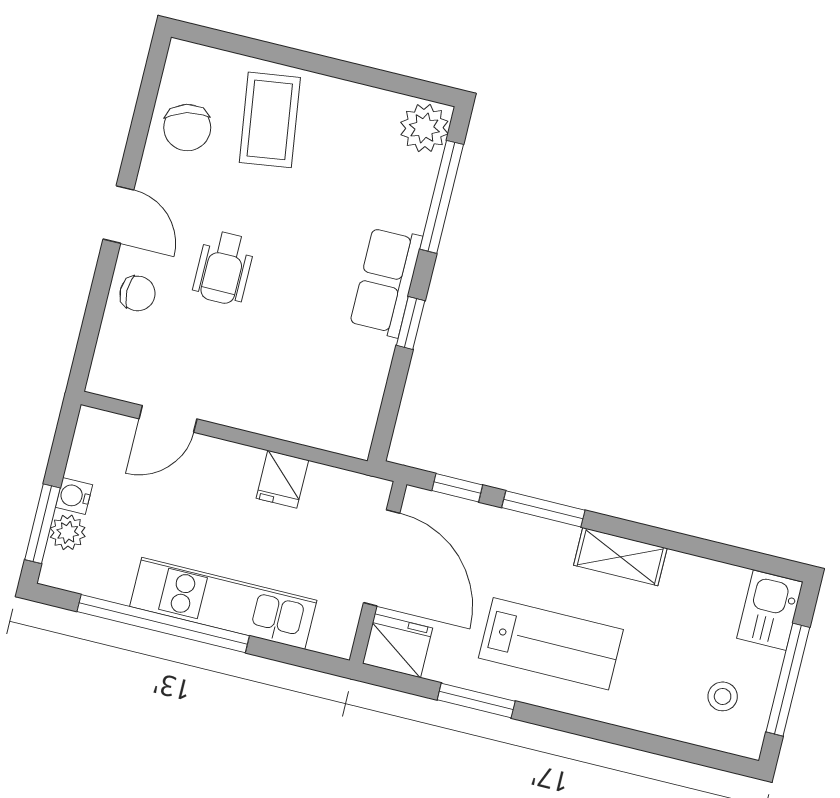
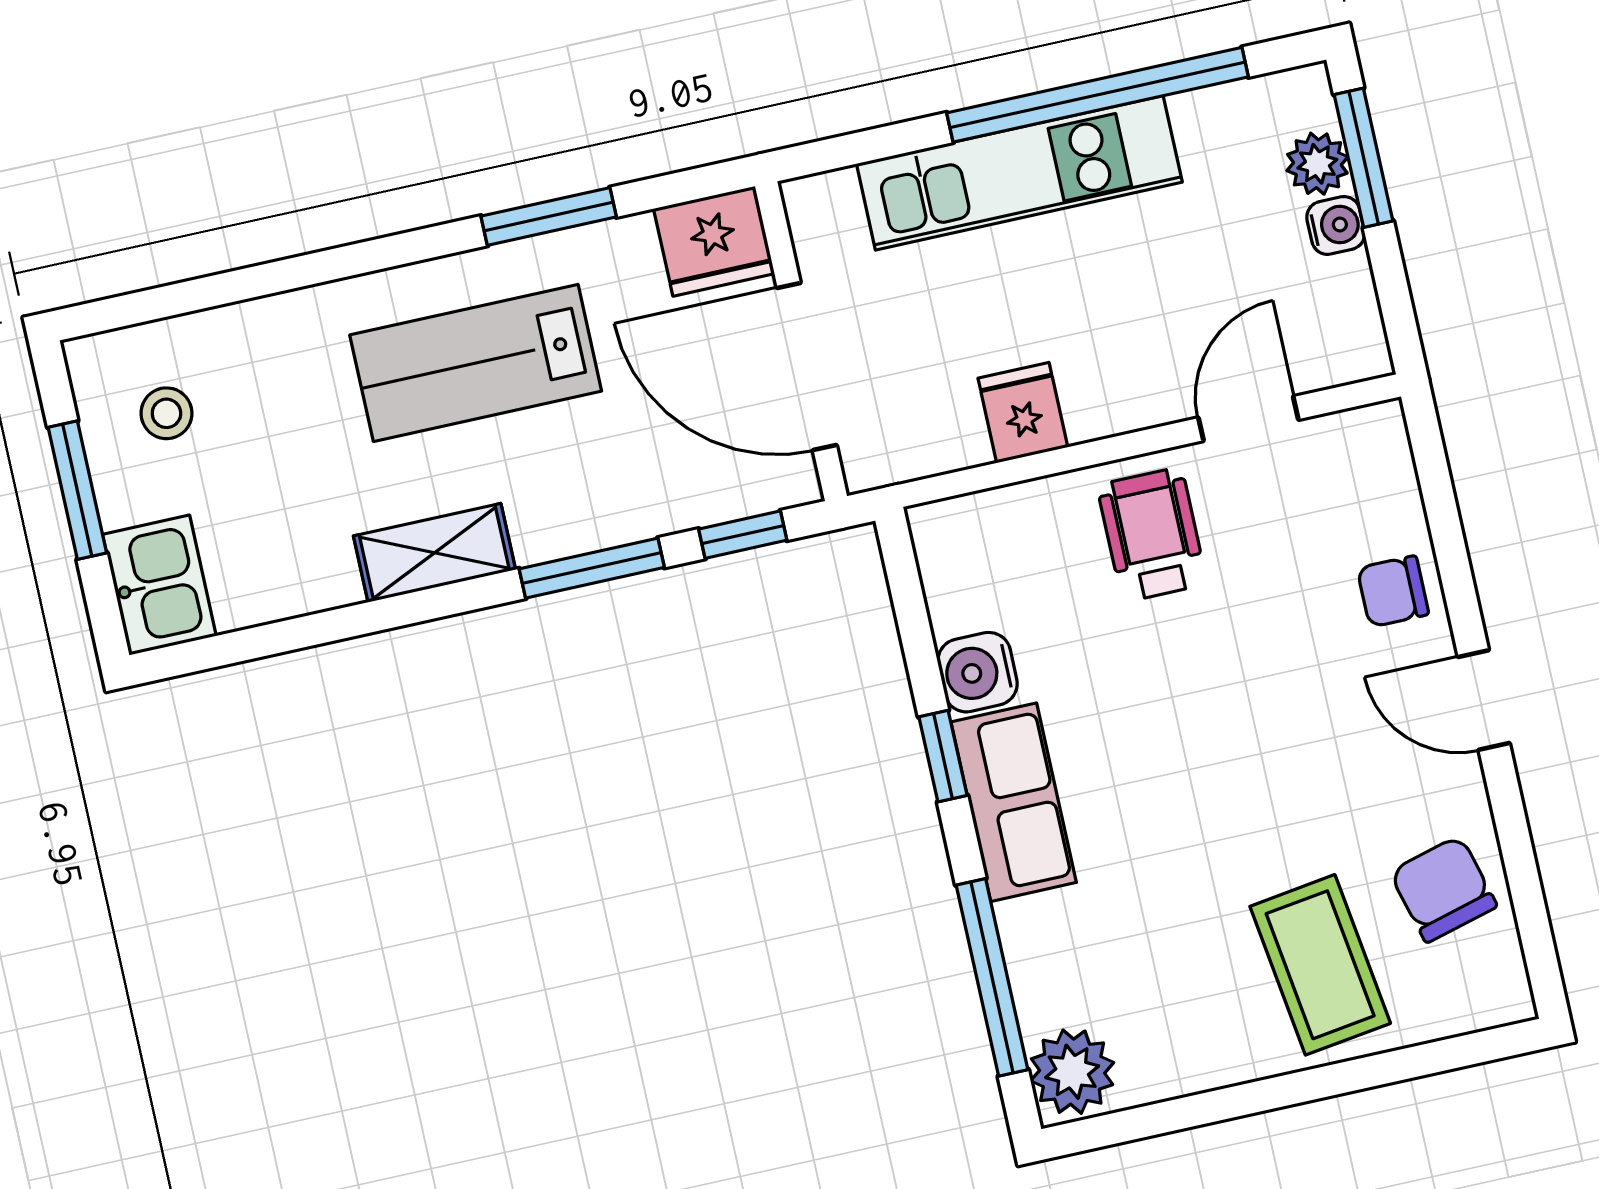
wheelchair: (224, 268) -> (1152, 535), moved
water cooler: (371, 357) -> (978, 672), added
window: (788, 680) -> (77, 490), width x0.69

